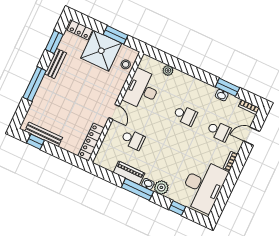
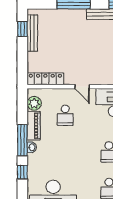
door: (114, 112) -> (82, 87), hinge flipped
plant: (161, 187) -> (34, 103), moved
window: (177, 208) -> (22, 172), moved

